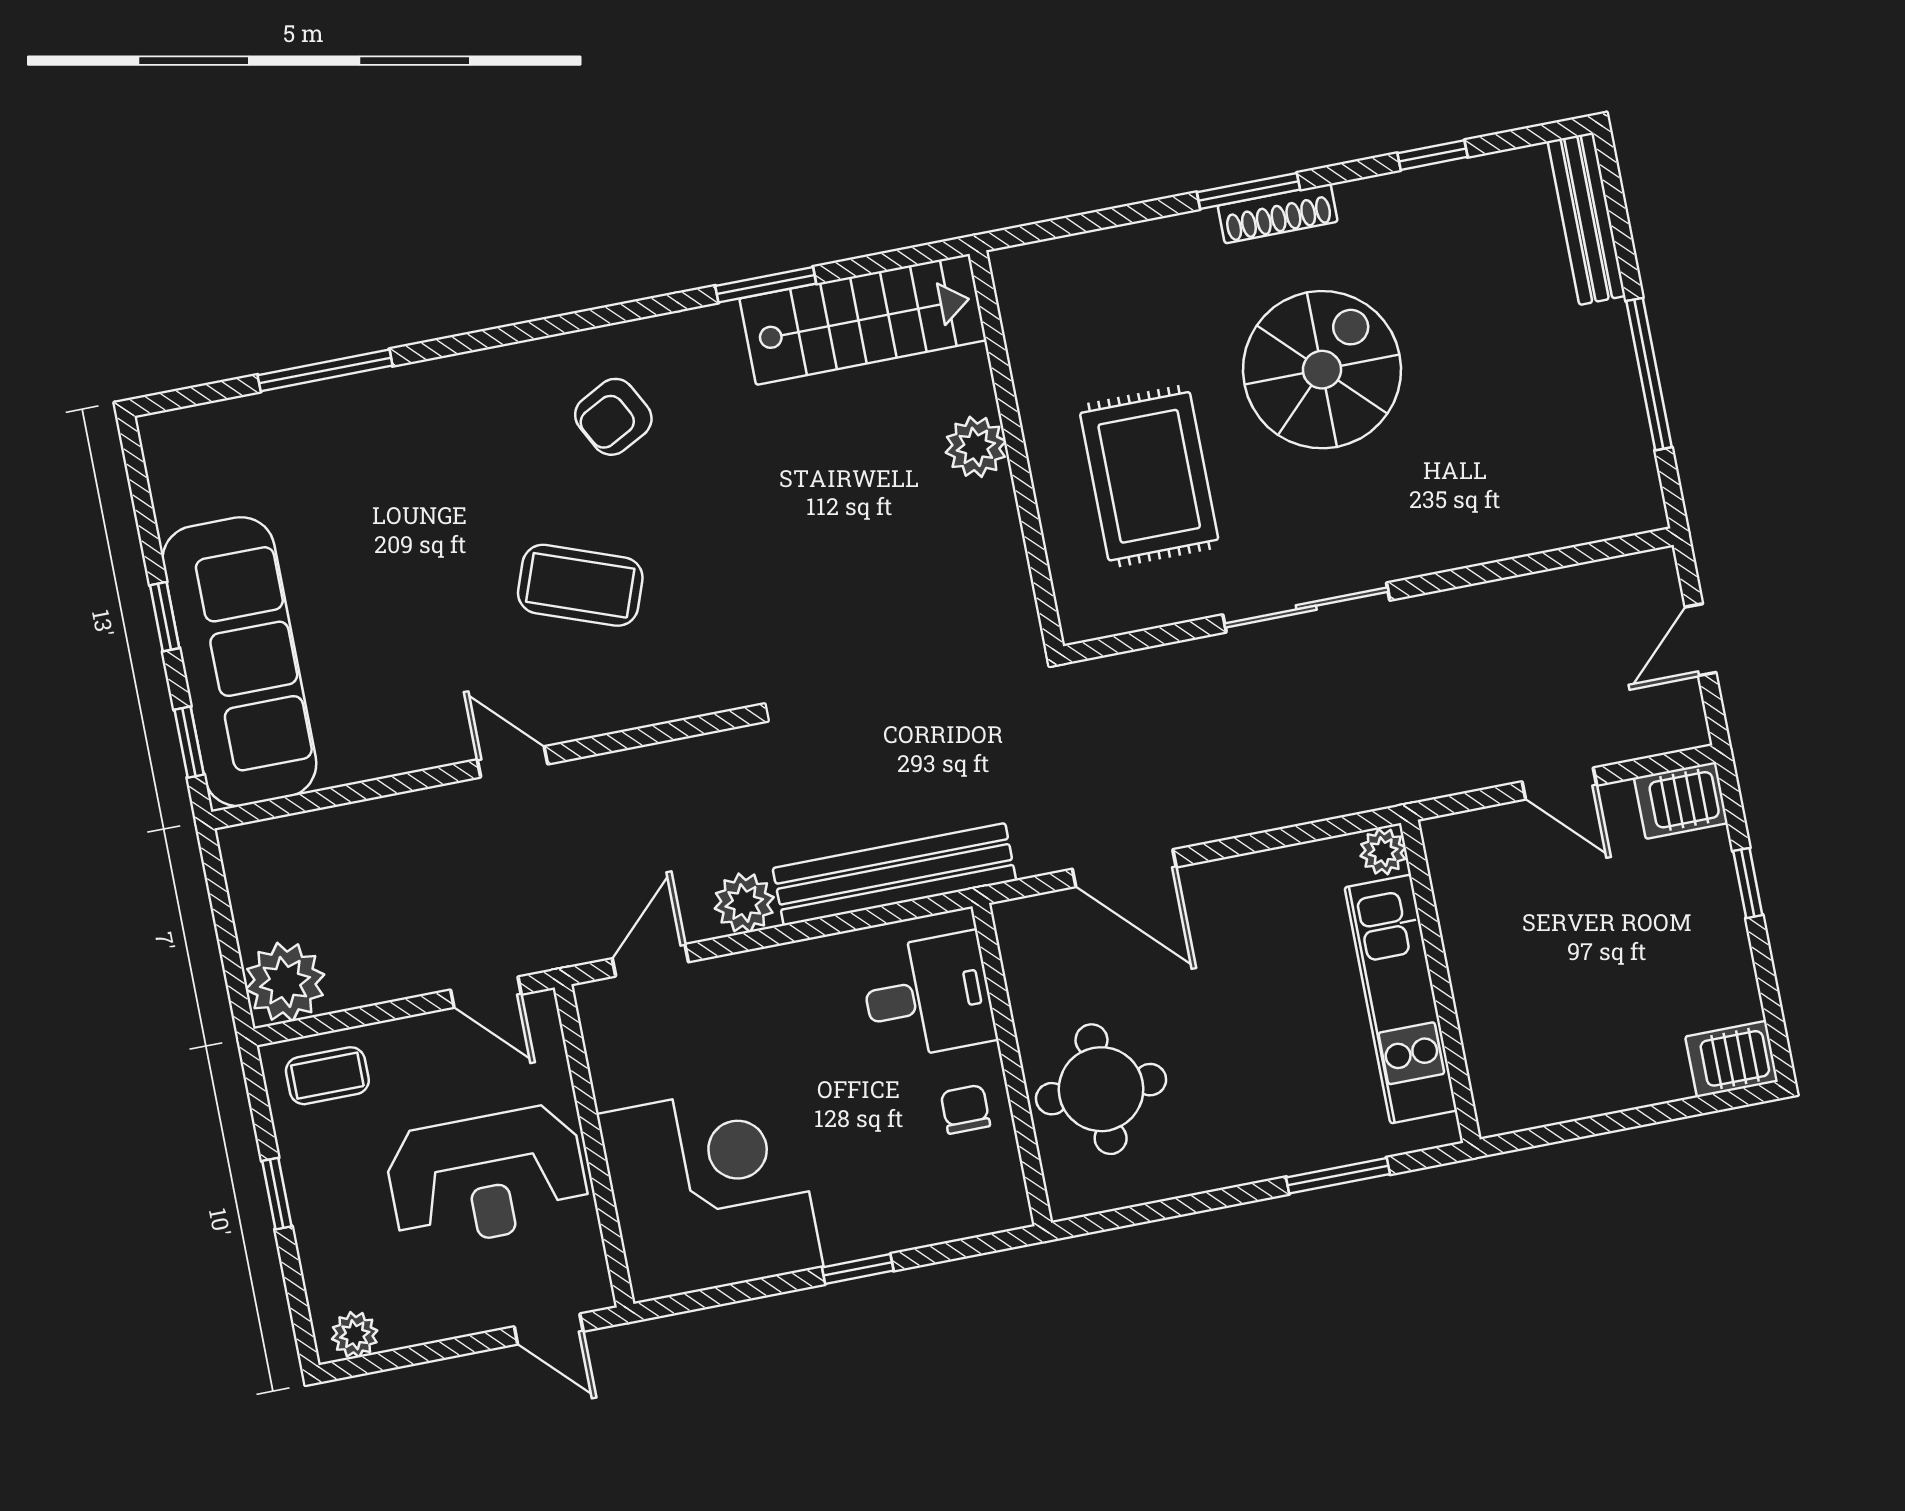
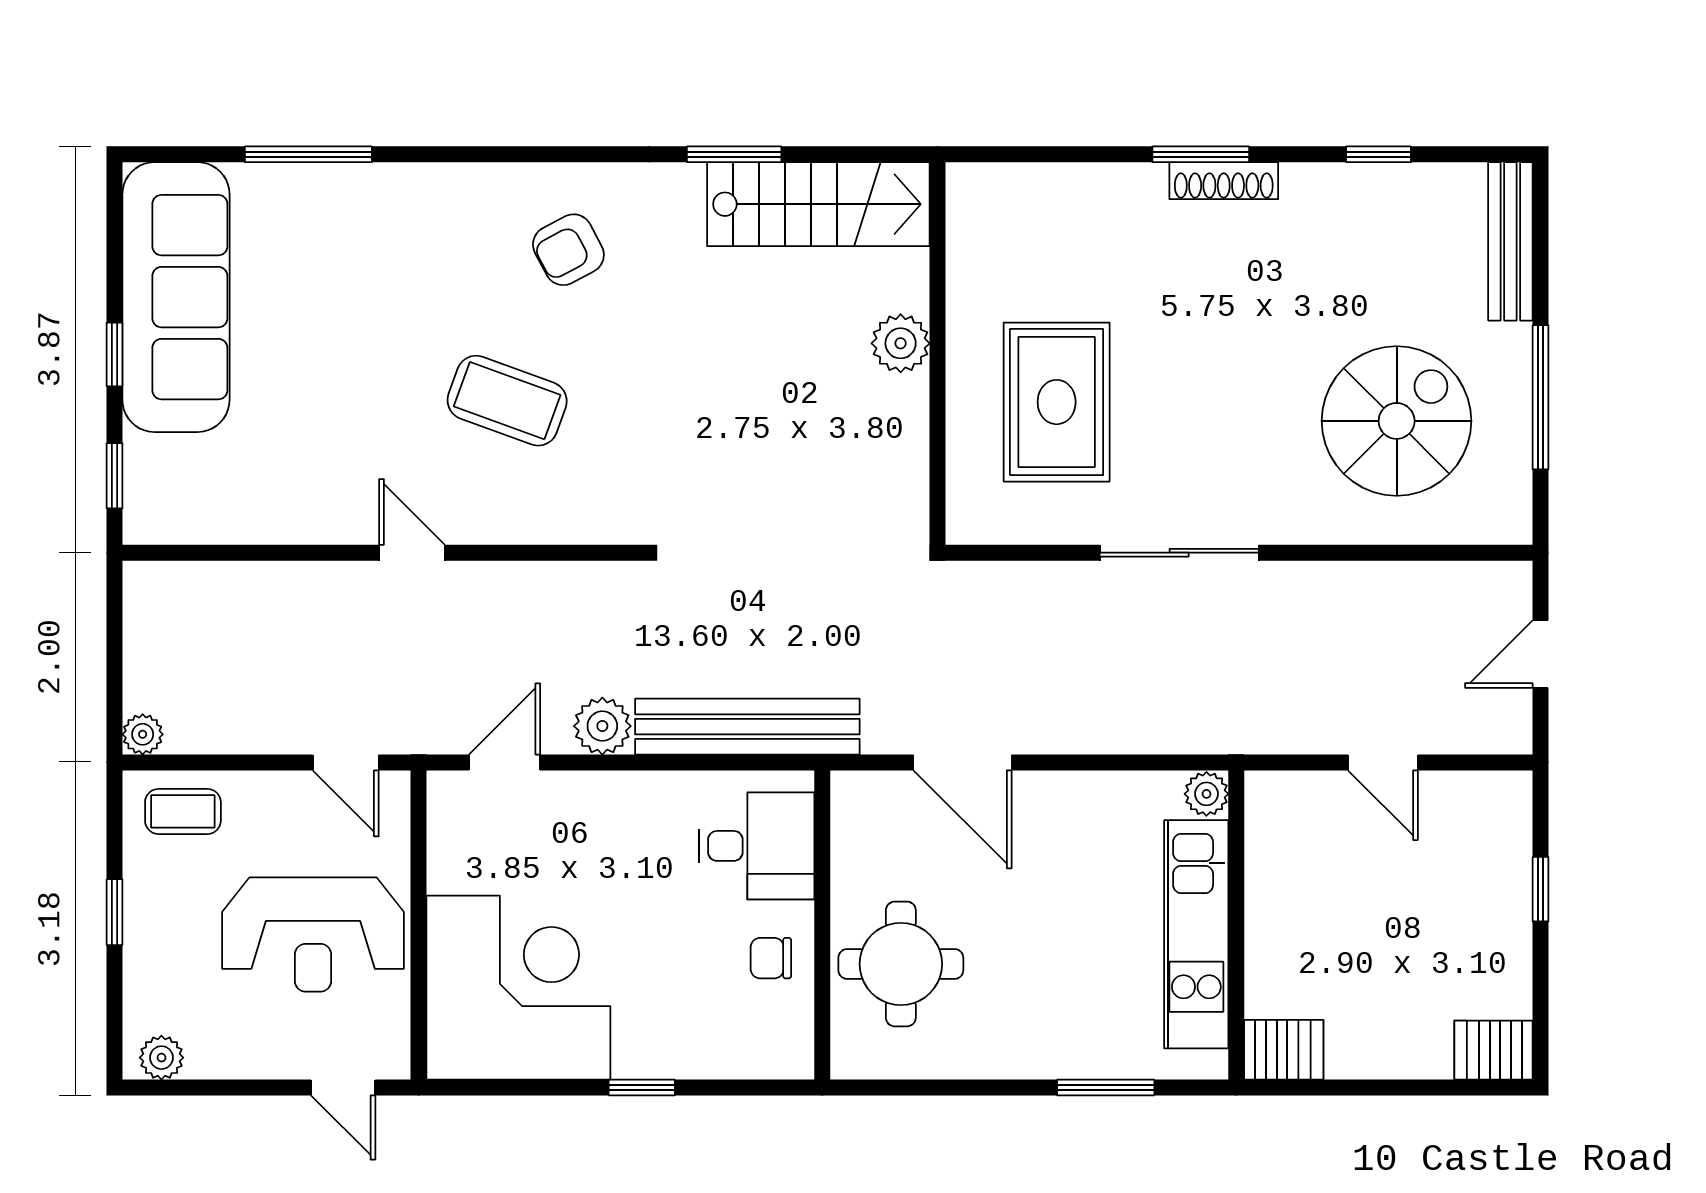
spiral stairs: (1322, 370) -> (1397, 421), moved
sofa: (239, 662) -> (176, 297), moved
server rack: (1681, 800) -> (1284, 1050), moved, turned 180
plant: (285, 982) -> (143, 734), width x0.53, depth x0.53
chair: (965, 1109) -> (771, 958), turned -90

